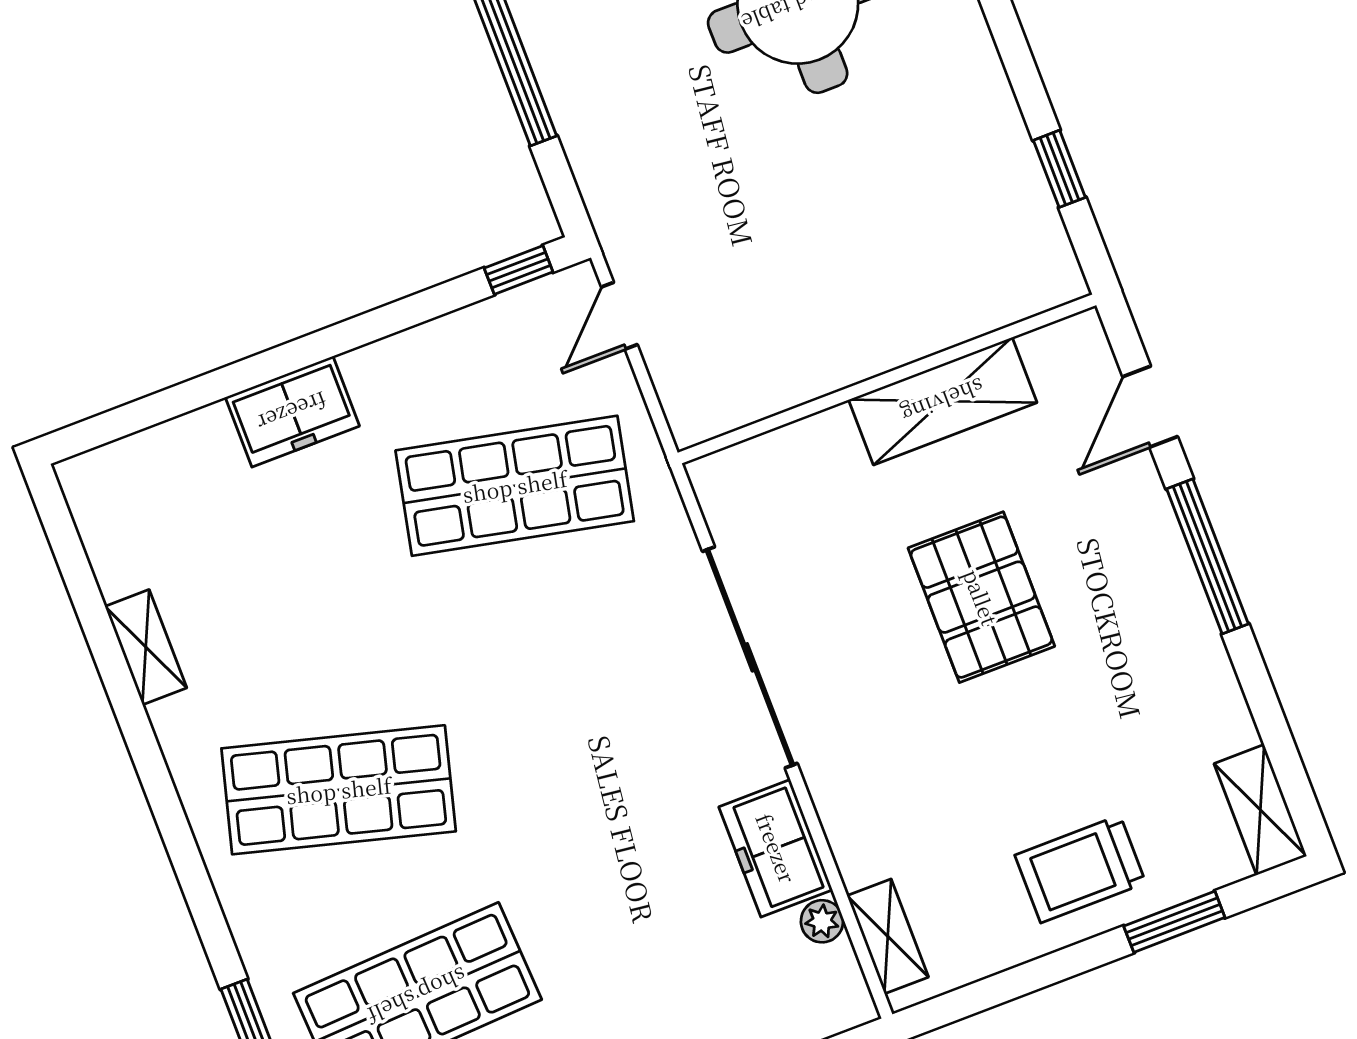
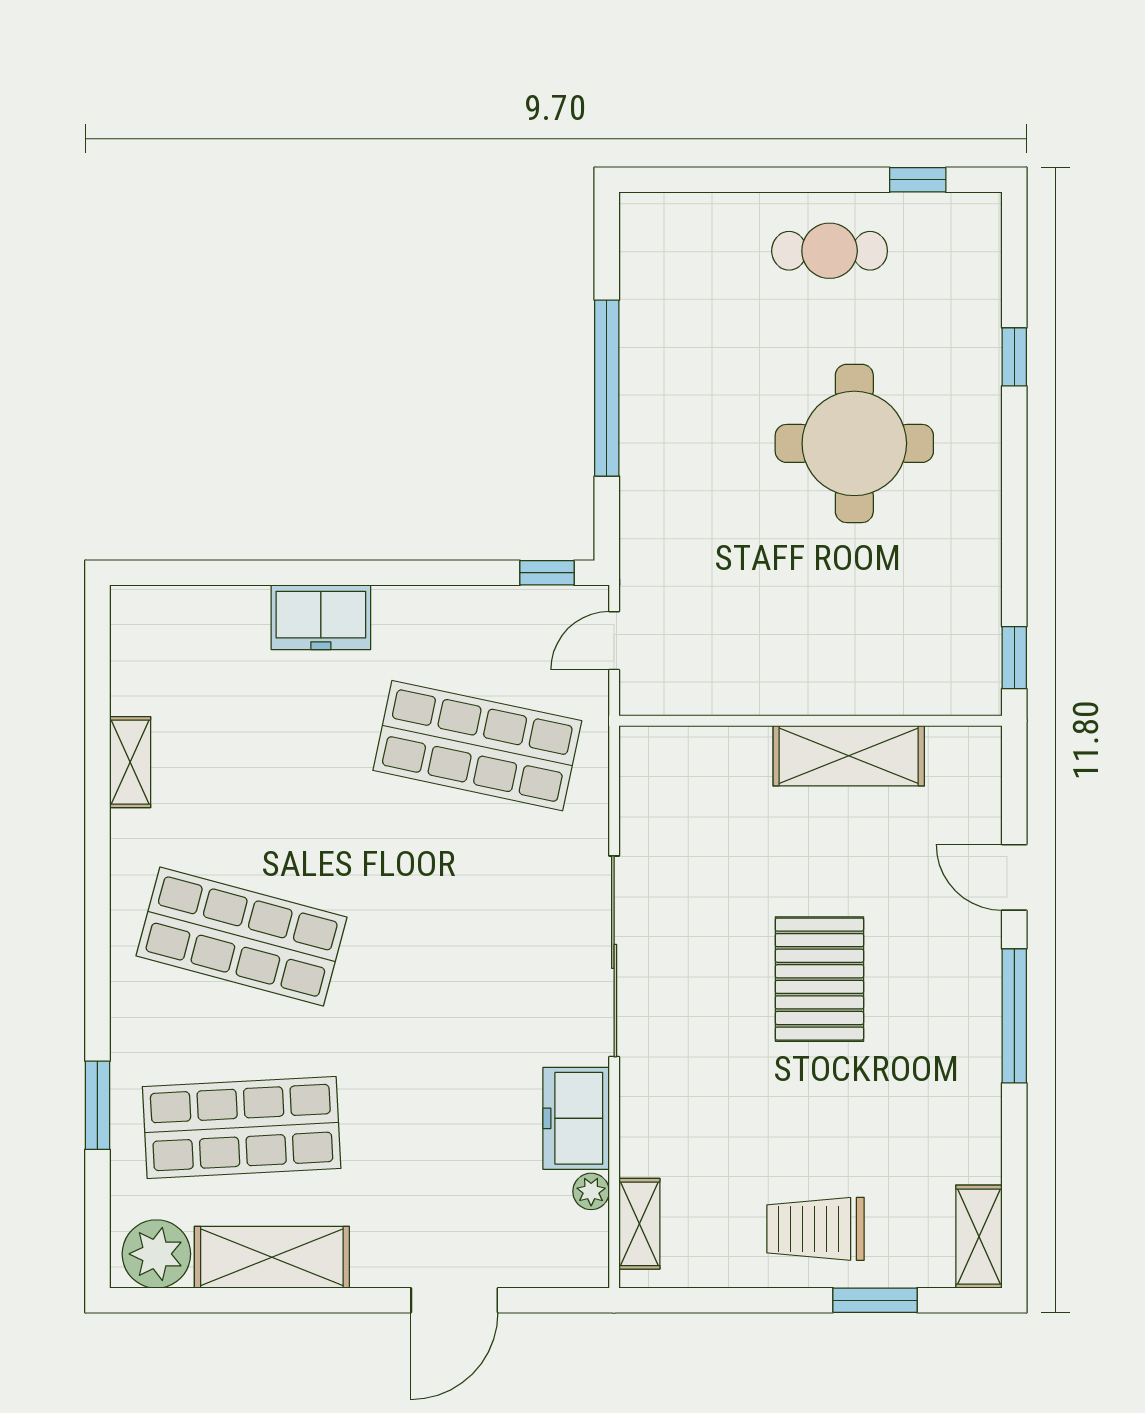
wall: (887, 379) -> (811, 721), moved
shelving: (943, 401) -> (849, 756), moved
door: (1150, 407) -> (1014, 877), hinge flipped

